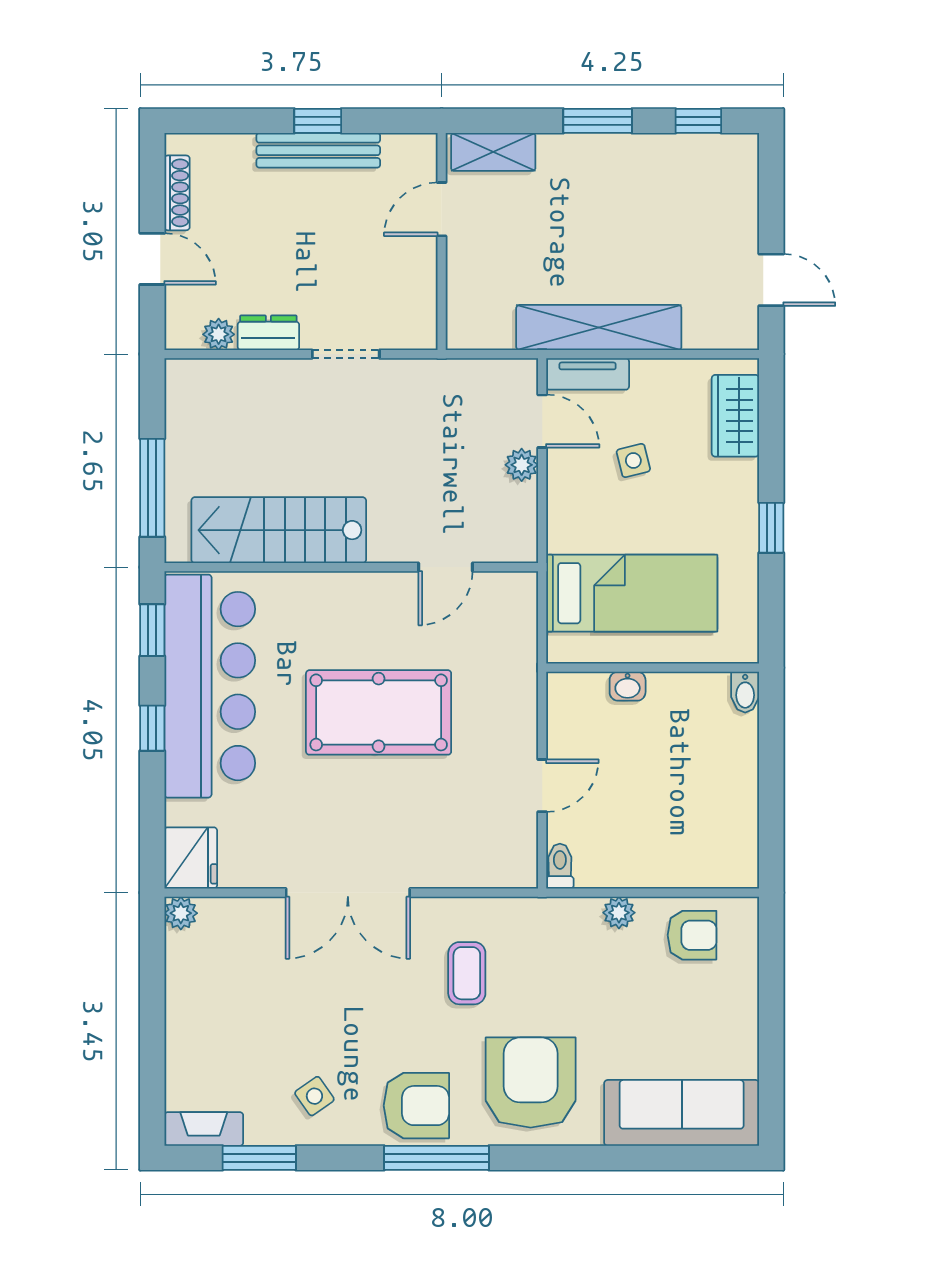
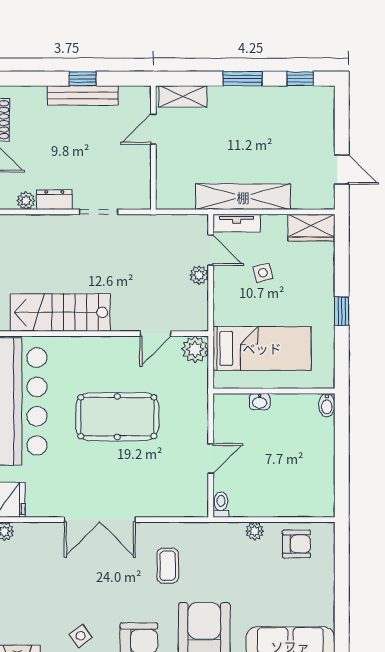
wardrobe: (735, 416) -> (311, 228), moved, turned -90
plant: (515, 595) -> (195, 349), added

